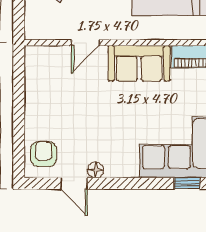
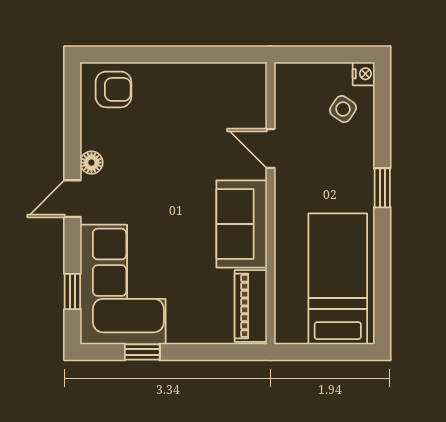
door: (74, 183) -> (72, 199), moved

